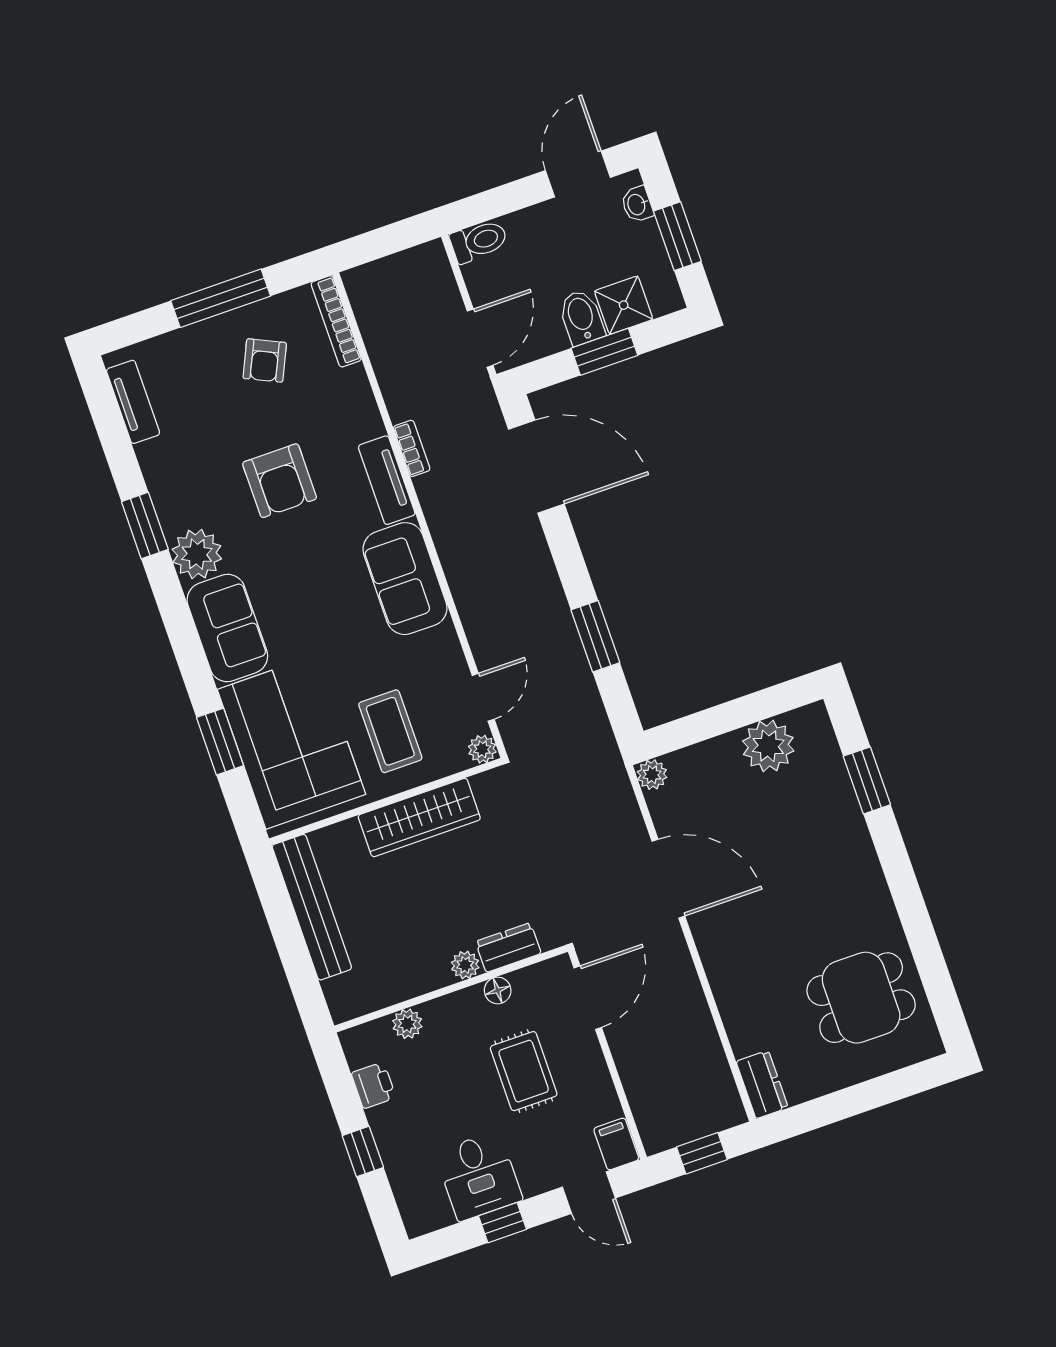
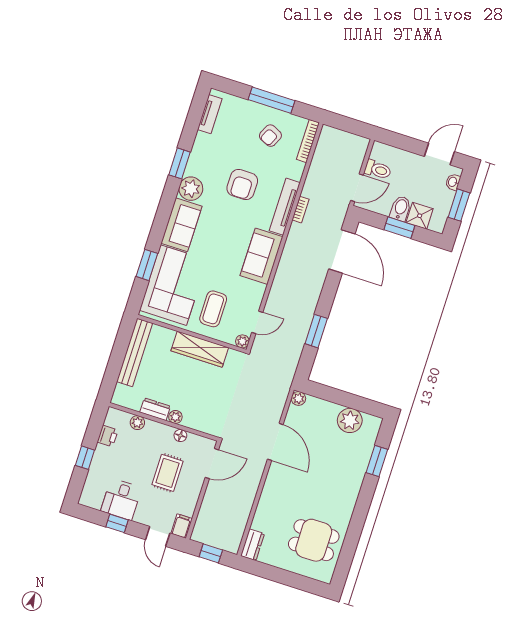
toilet: (479, 241) -> (378, 170), moved
tv unit: (387, 480) -> (285, 207), width x1.41
dresser: (508, 947) -> (155, 409), moved

